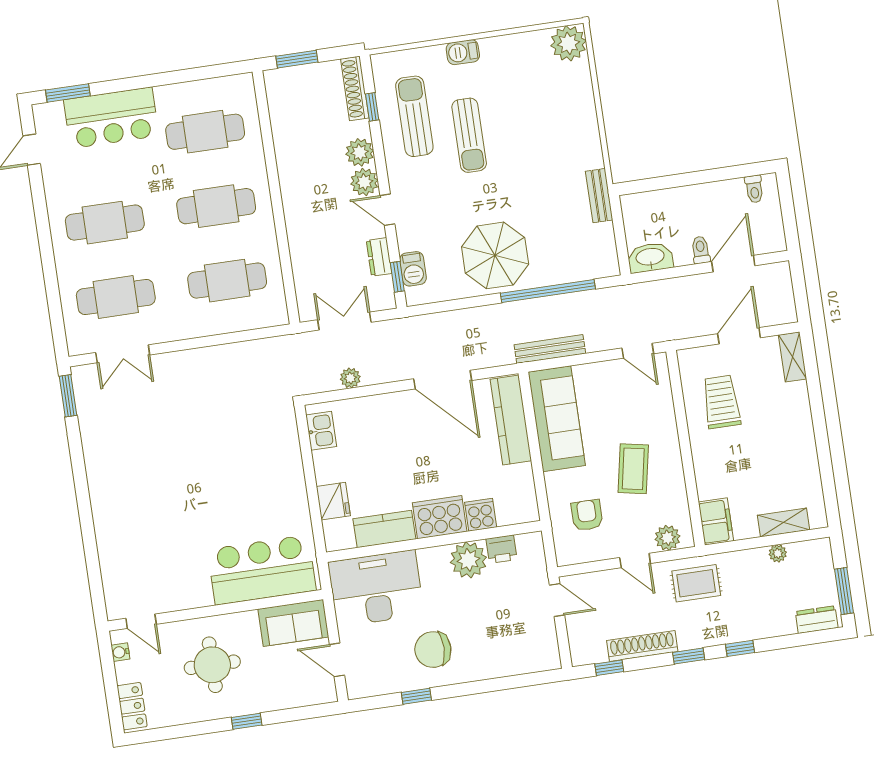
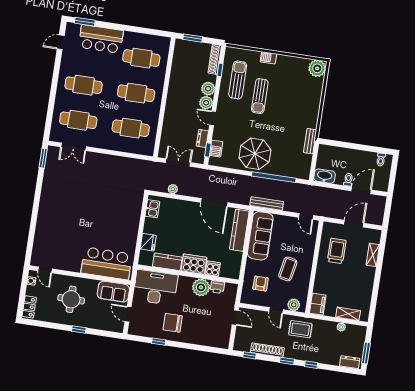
shelving: (793, 357) -> (373, 255), moved

